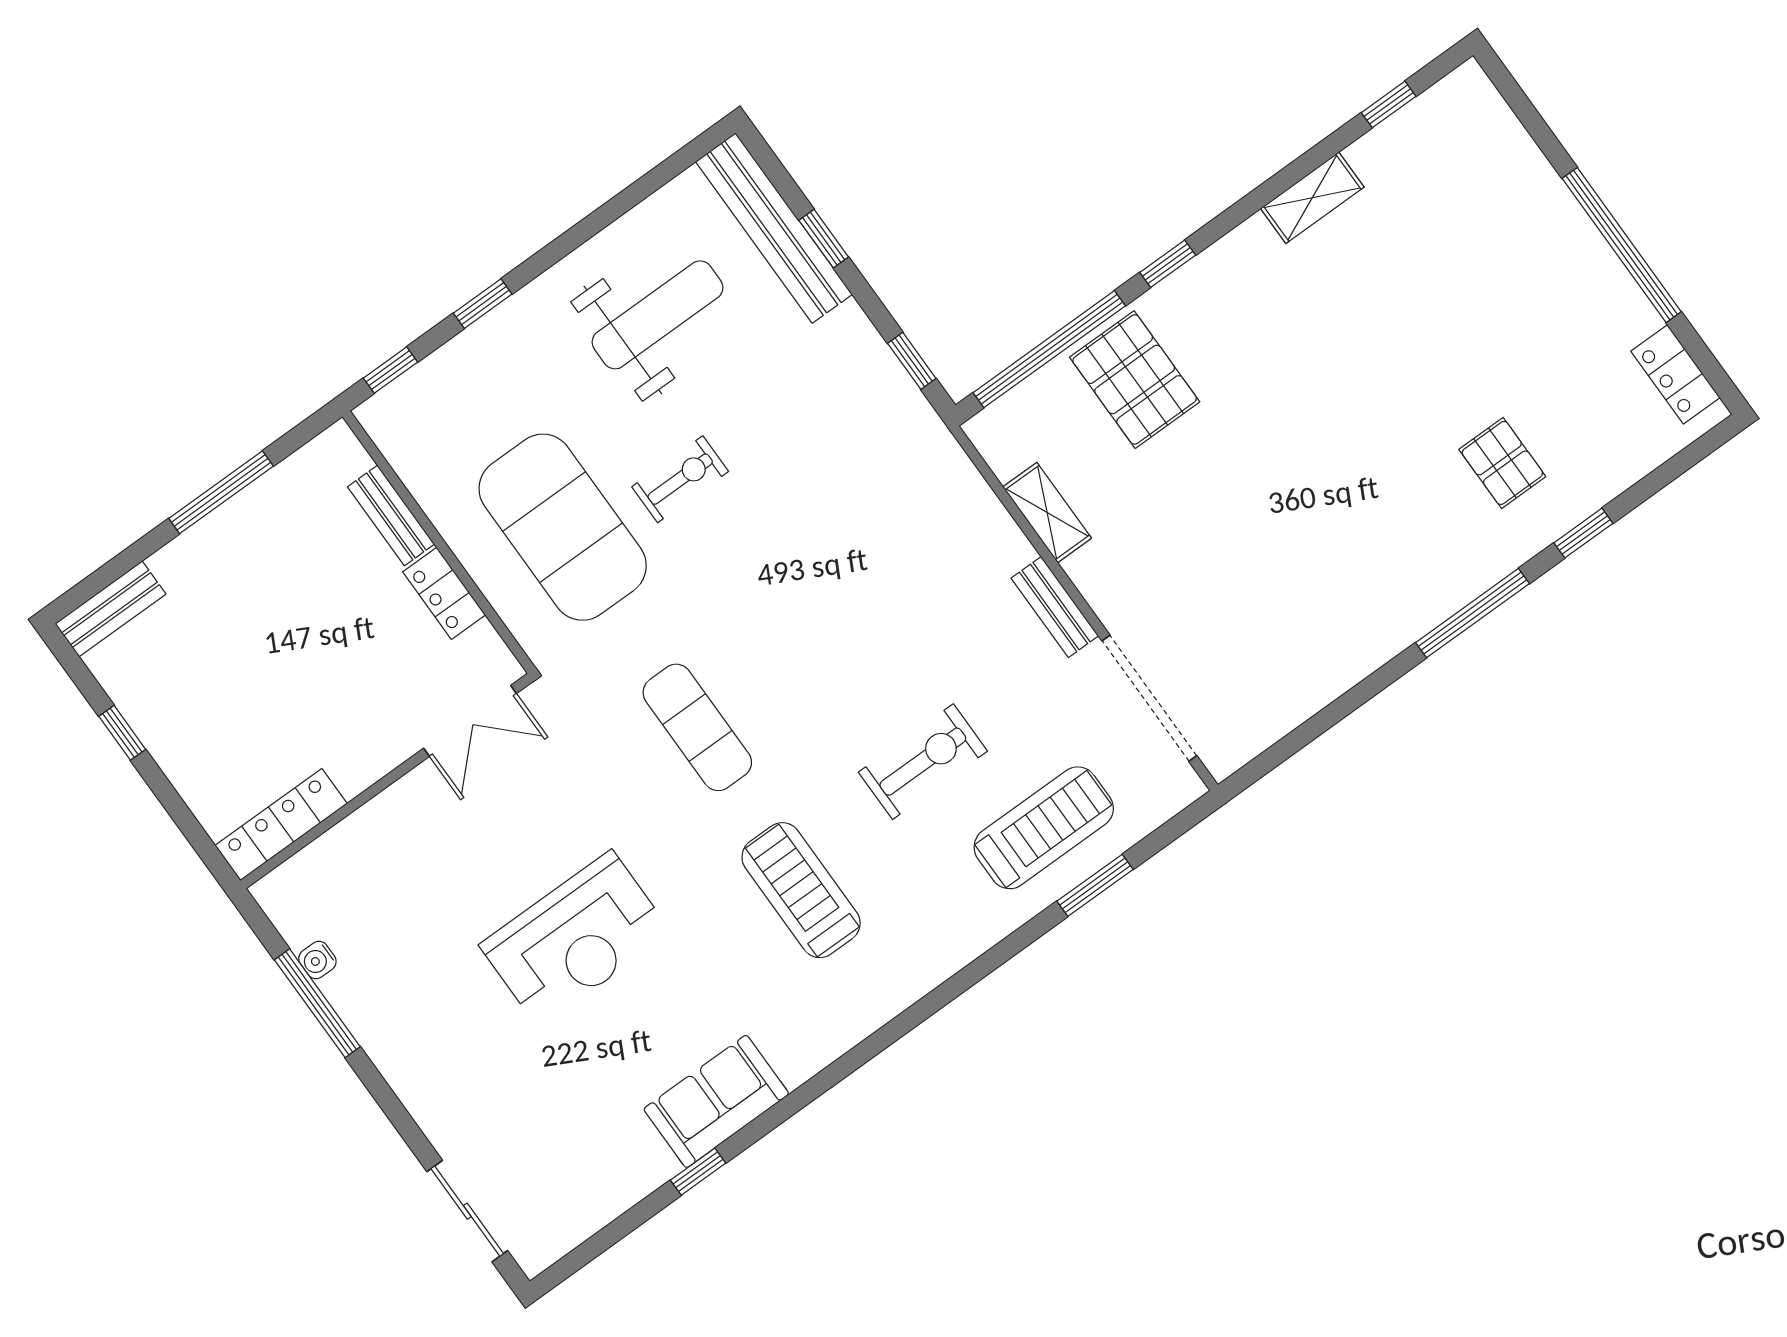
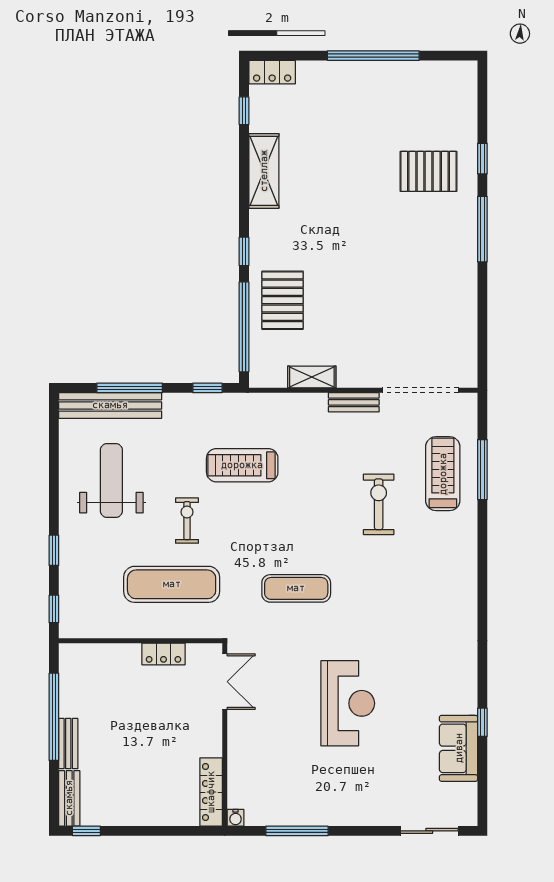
shelving: (1312, 198) -> (264, 171), width x1.50, depth x1.33
window: (824, 239) -> (130, 388), width x2.17
locker: (1675, 374) -> (272, 72), moved
pallet: (1135, 380) -> (283, 300), turned 90
pallet: (1502, 463) -> (429, 171), width x1.50, depth x1.42
window: (221, 492) -> (54, 717), width x1.46
bench: (391, 515) -> (68, 744), moved, turned 90
exercise mat: (563, 527) -> (172, 584), width x0.68
window: (122, 733) -> (86, 831), moved
window: (1095, 885) -> (482, 470), width x1.44
treadmill: (801, 890) -> (242, 465), moved
water cooler: (317, 960) -> (236, 818), moved
sofa: (716, 1101) -> (459, 748), moved

